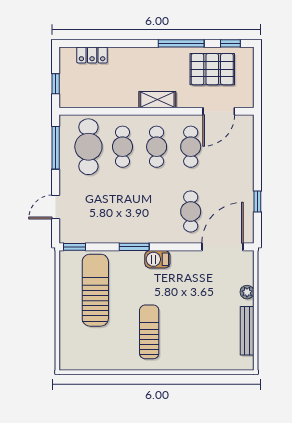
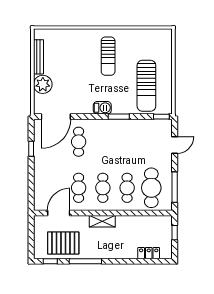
plant: (247, 292) -> (43, 84), width x1.87, depth x1.87

